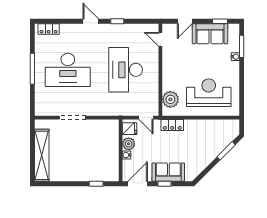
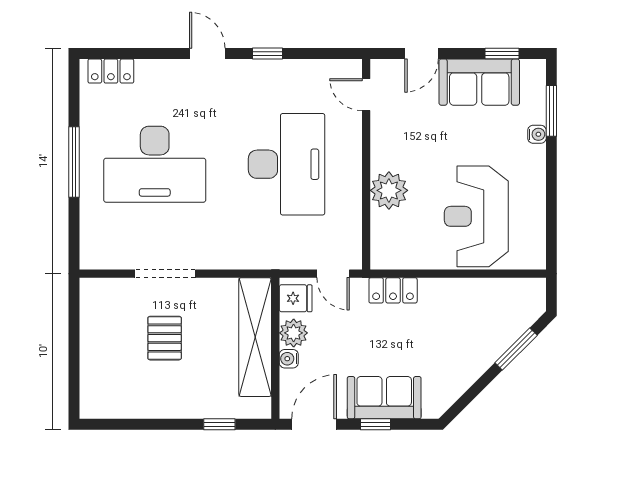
desk: (126, 70) -> (287, 164), turned 180
reception desk: (209, 93) -> (476, 216), turned -90
plant: (170, 99) -> (389, 190), moved
pallet: (72, 146) -> (165, 338), added
shelving: (42, 155) -> (255, 337), moved

